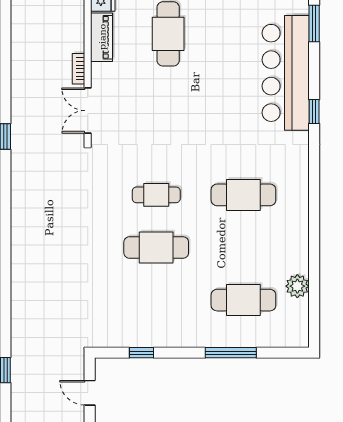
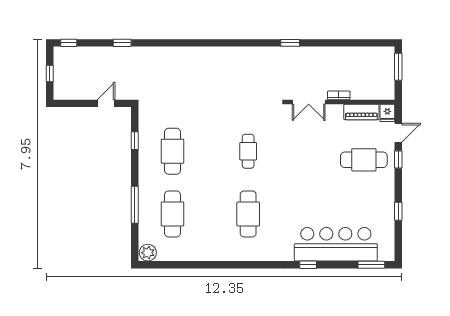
double door: (88, 111) -> (309, 102), swing flipped
cafe table: (156, 247) -> (173, 151), moved
plant: (297, 286) -> (148, 253), moved

